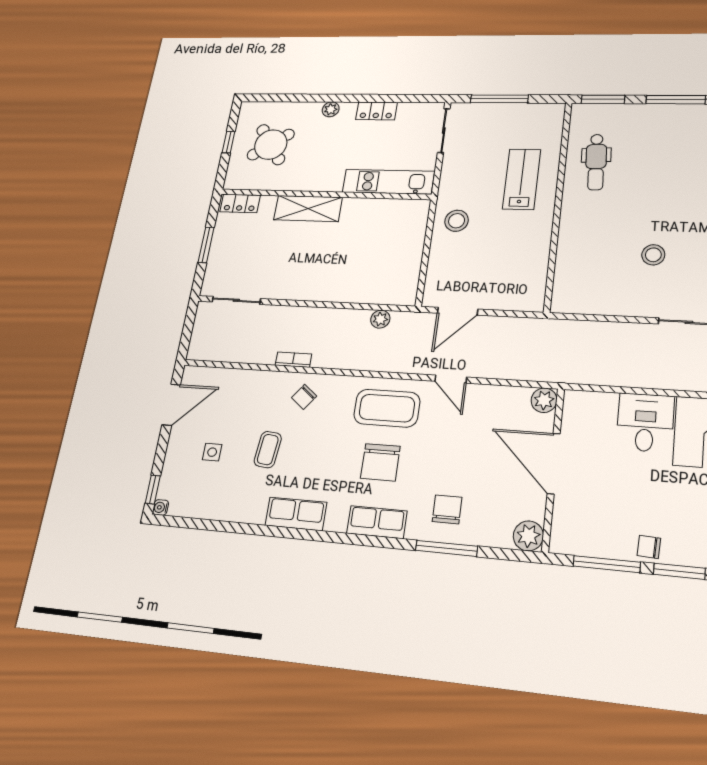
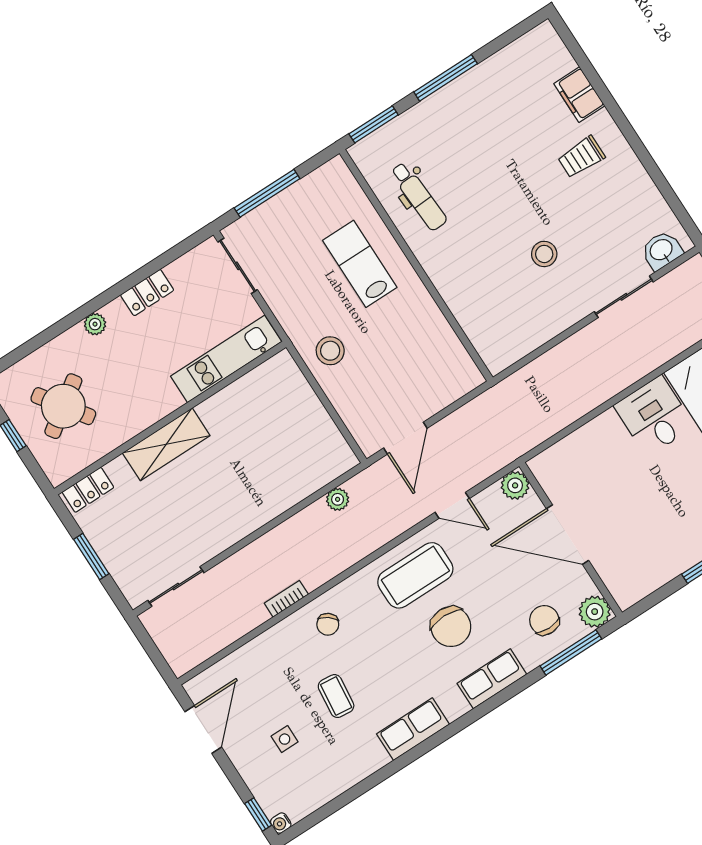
plant: (544, 400) -> (515, 485), moved
door: (554, 464) -> (568, 535), moved
wall: (553, 469) -> (571, 539), moved
plant: (528, 536) -> (595, 612), moved

